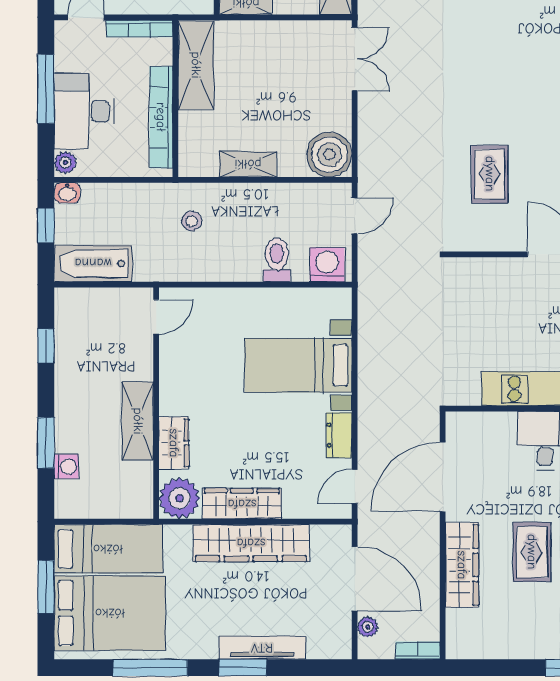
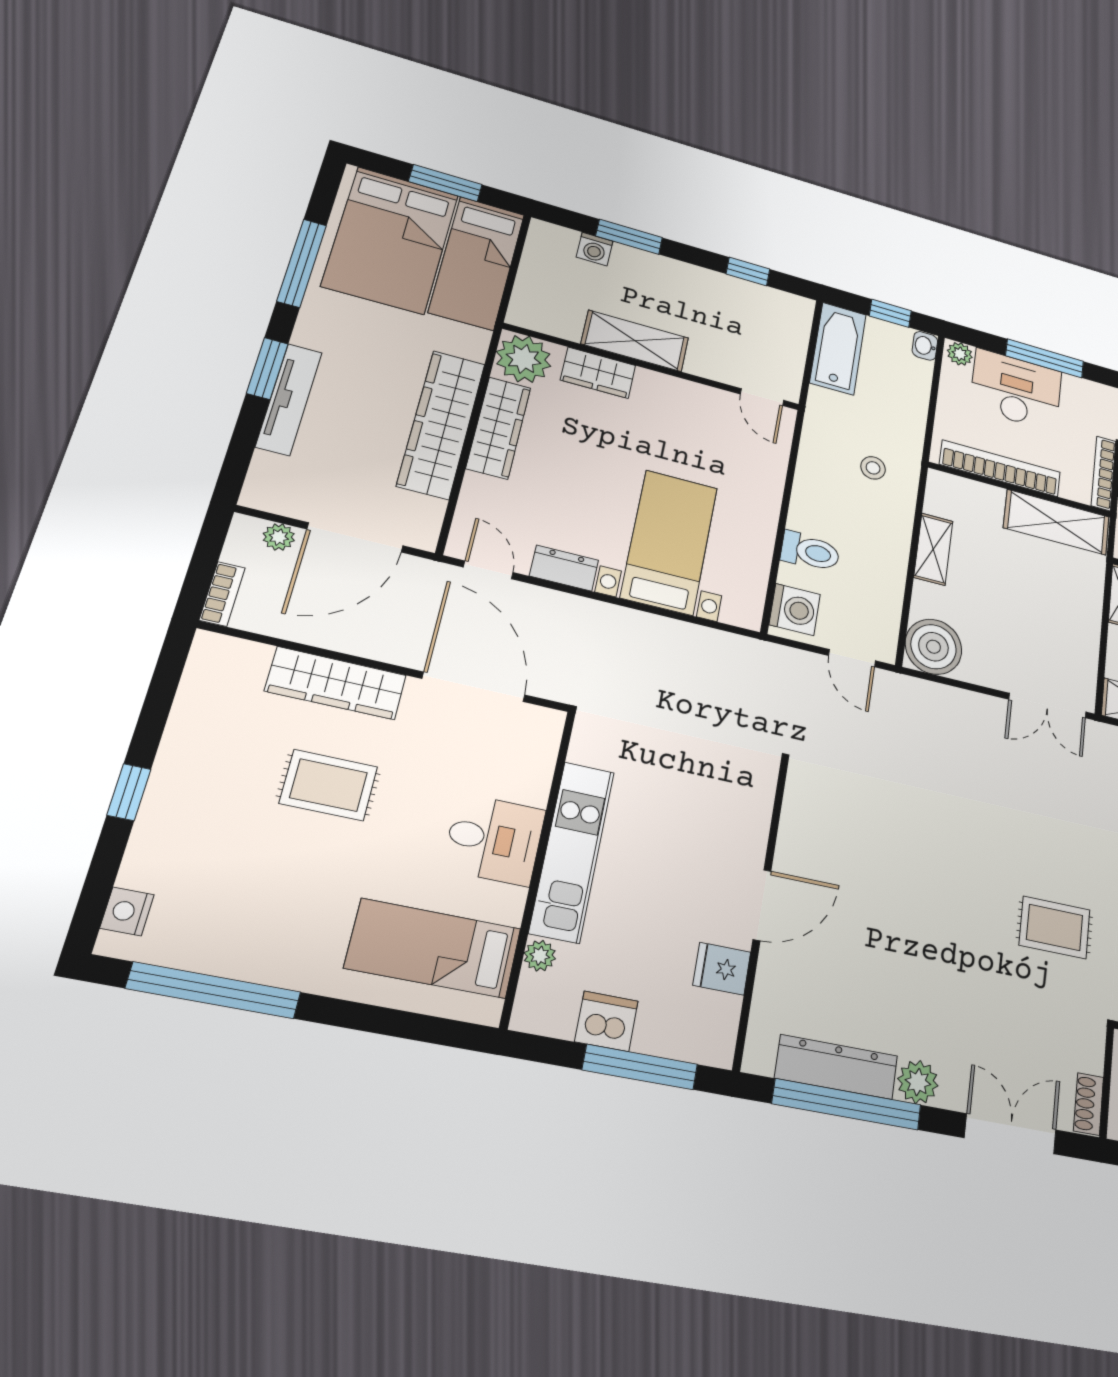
rug: (490, 174) -> (1055, 927), moved

